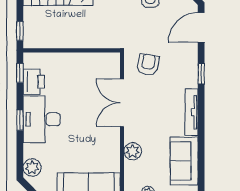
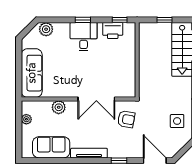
window: (20, 31) -> (164, 20), moved
double door: (122, 103) -> (96, 99), swing flipped
desk: (42, 119) -> (84, 37), width x0.73

